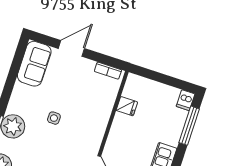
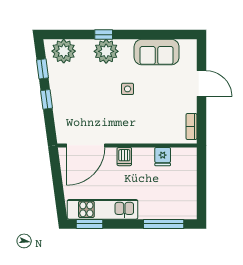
sofa: (34, 64) -> (157, 52), moved
dishwasher: (186, 100) -> (124, 157), moved, turned -90

